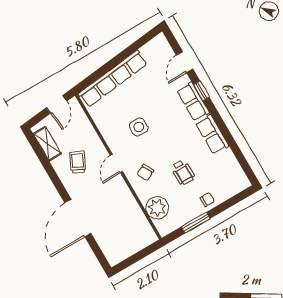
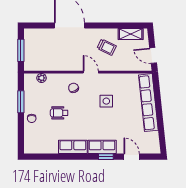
plant: (157, 208) -> (42, 78), width x0.53, depth x0.53
window: (138, 257) -> (21, 50), added

